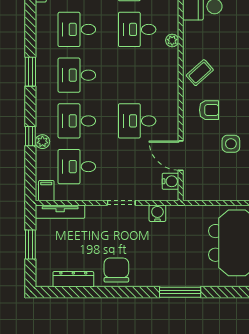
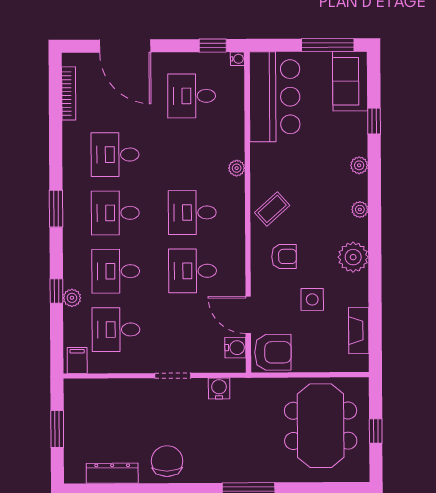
desk: (137, 29) -> (192, 213), moved
armchair: (200, 185) -> (273, 352), added
tv unit: (60, 212) -> (95, 387), removed

